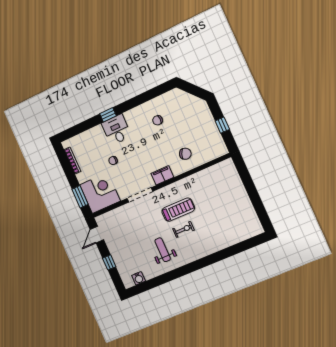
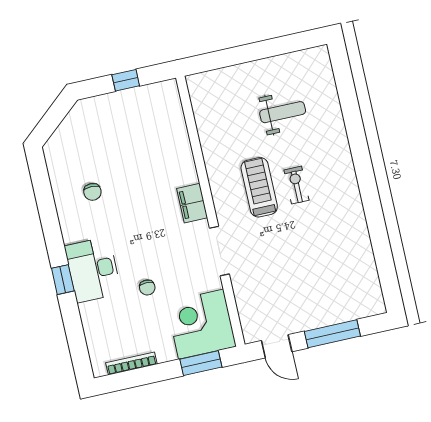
desk: (116, 130) -> (93, 270), width x1.37
chair: (185, 154) -> (162, 155), removed
weight bench: (163, 250) -> (283, 112), moved, turned 180
window: (109, 262) -> (332, 334), width x2.17
water cooler: (139, 278) -> (371, 285), removed

